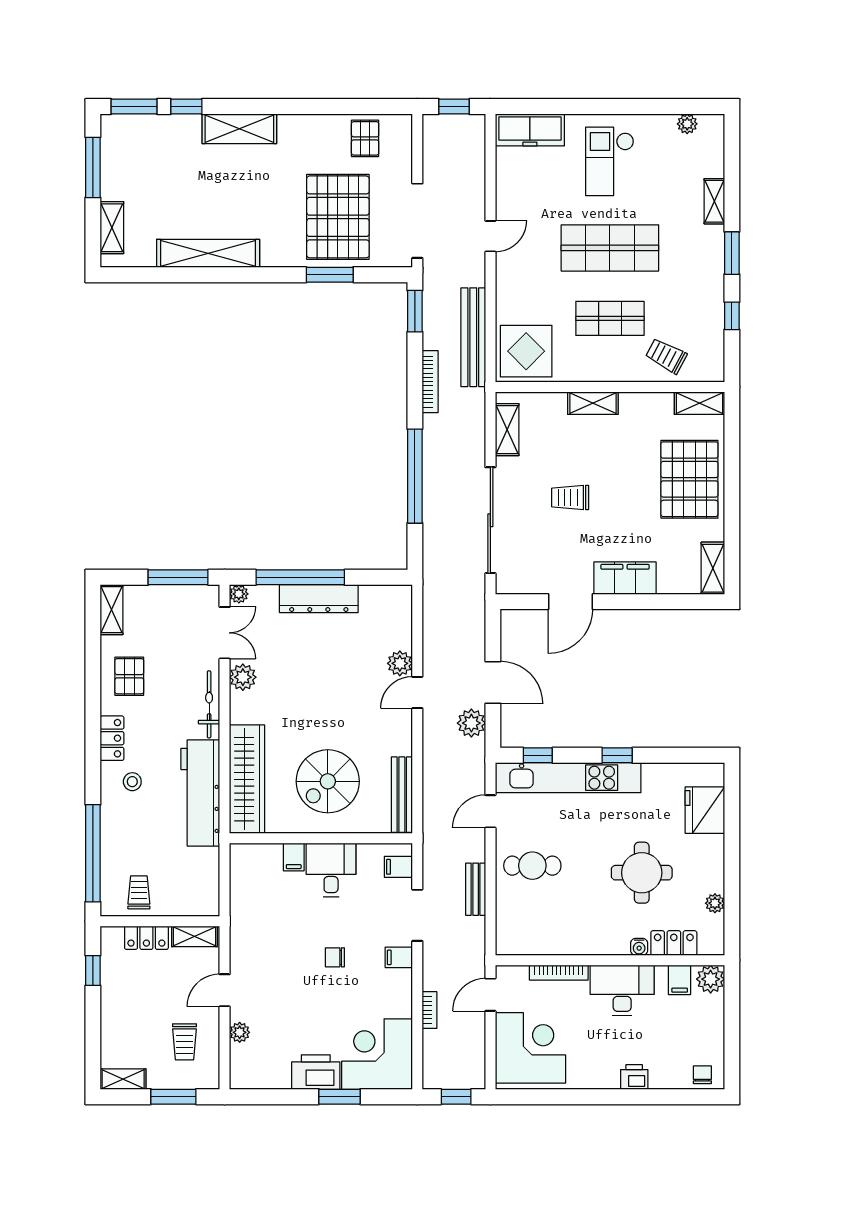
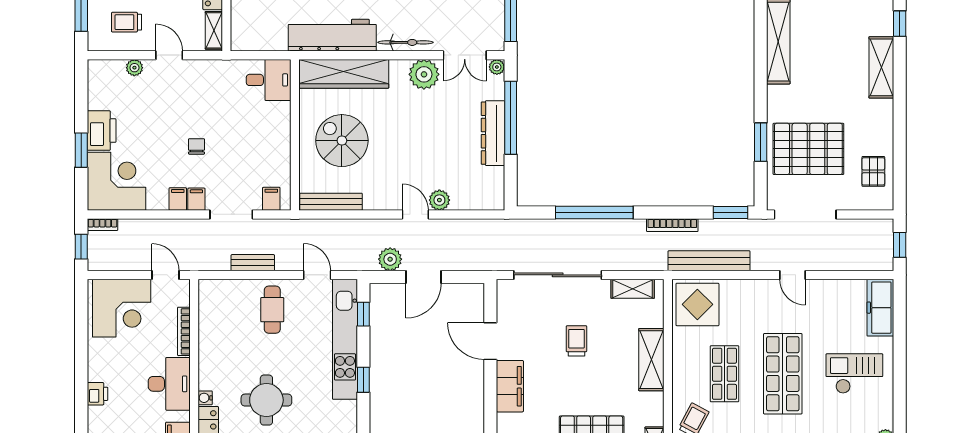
pallet: (365, 138) -> (873, 171), turned 90
shelving: (593, 403) -> (651, 360), width x1.50, depth x1.33
plant: (243, 677) -> (424, 74), width x1.36, depth x1.36
filing cabinet: (294, 857) -> (178, 199), moved, turned 90
desk: (331, 870) -> (269, 80), moved
bookcase: (429, 1010) -> (102, 225), moved

